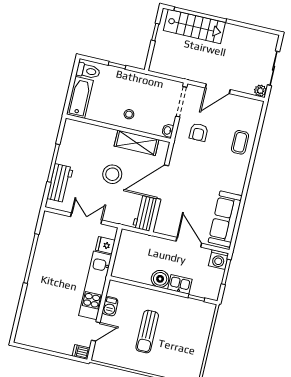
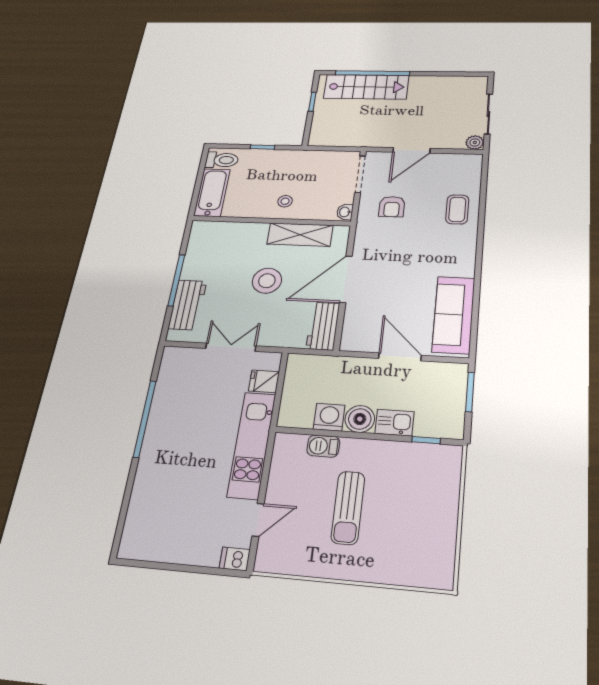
washing machine: (219, 260) -> (329, 417), moved, turned 180
barbecue: (110, 306) -> (323, 446), moved, turned 90

